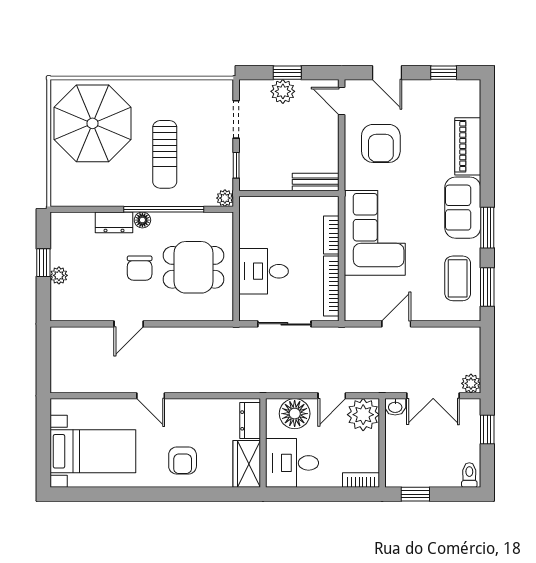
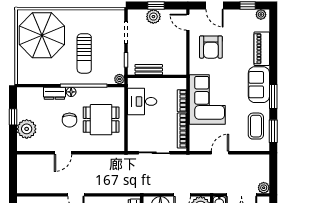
plant: (466, 88) -> (261, 15), added
bench: (316, 182) -> (149, 70), moved
desk: (263, 271) -> (142, 101), moved
plant: (59, 275) -> (27, 129), width x1.87, depth x1.87

